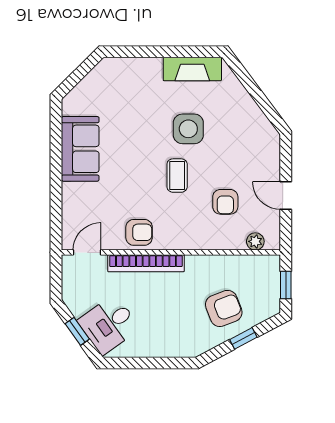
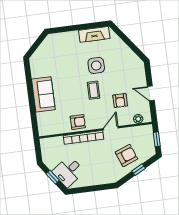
sofa: (80, 149) -> (43, 94), moved
door: (87, 252) -> (111, 128), moved

